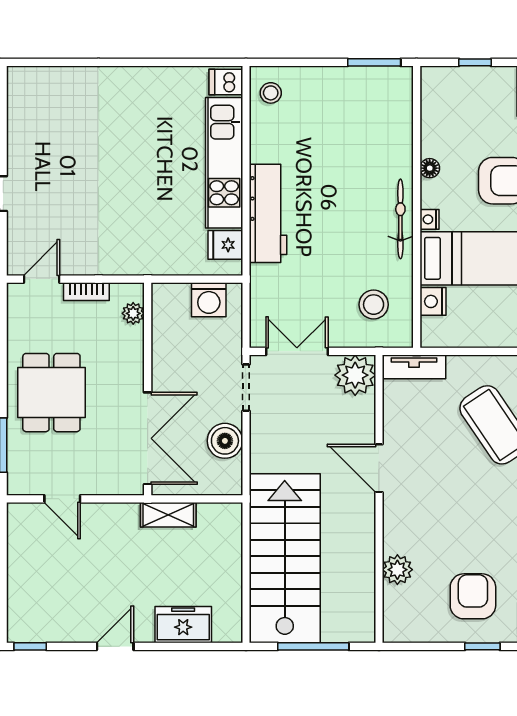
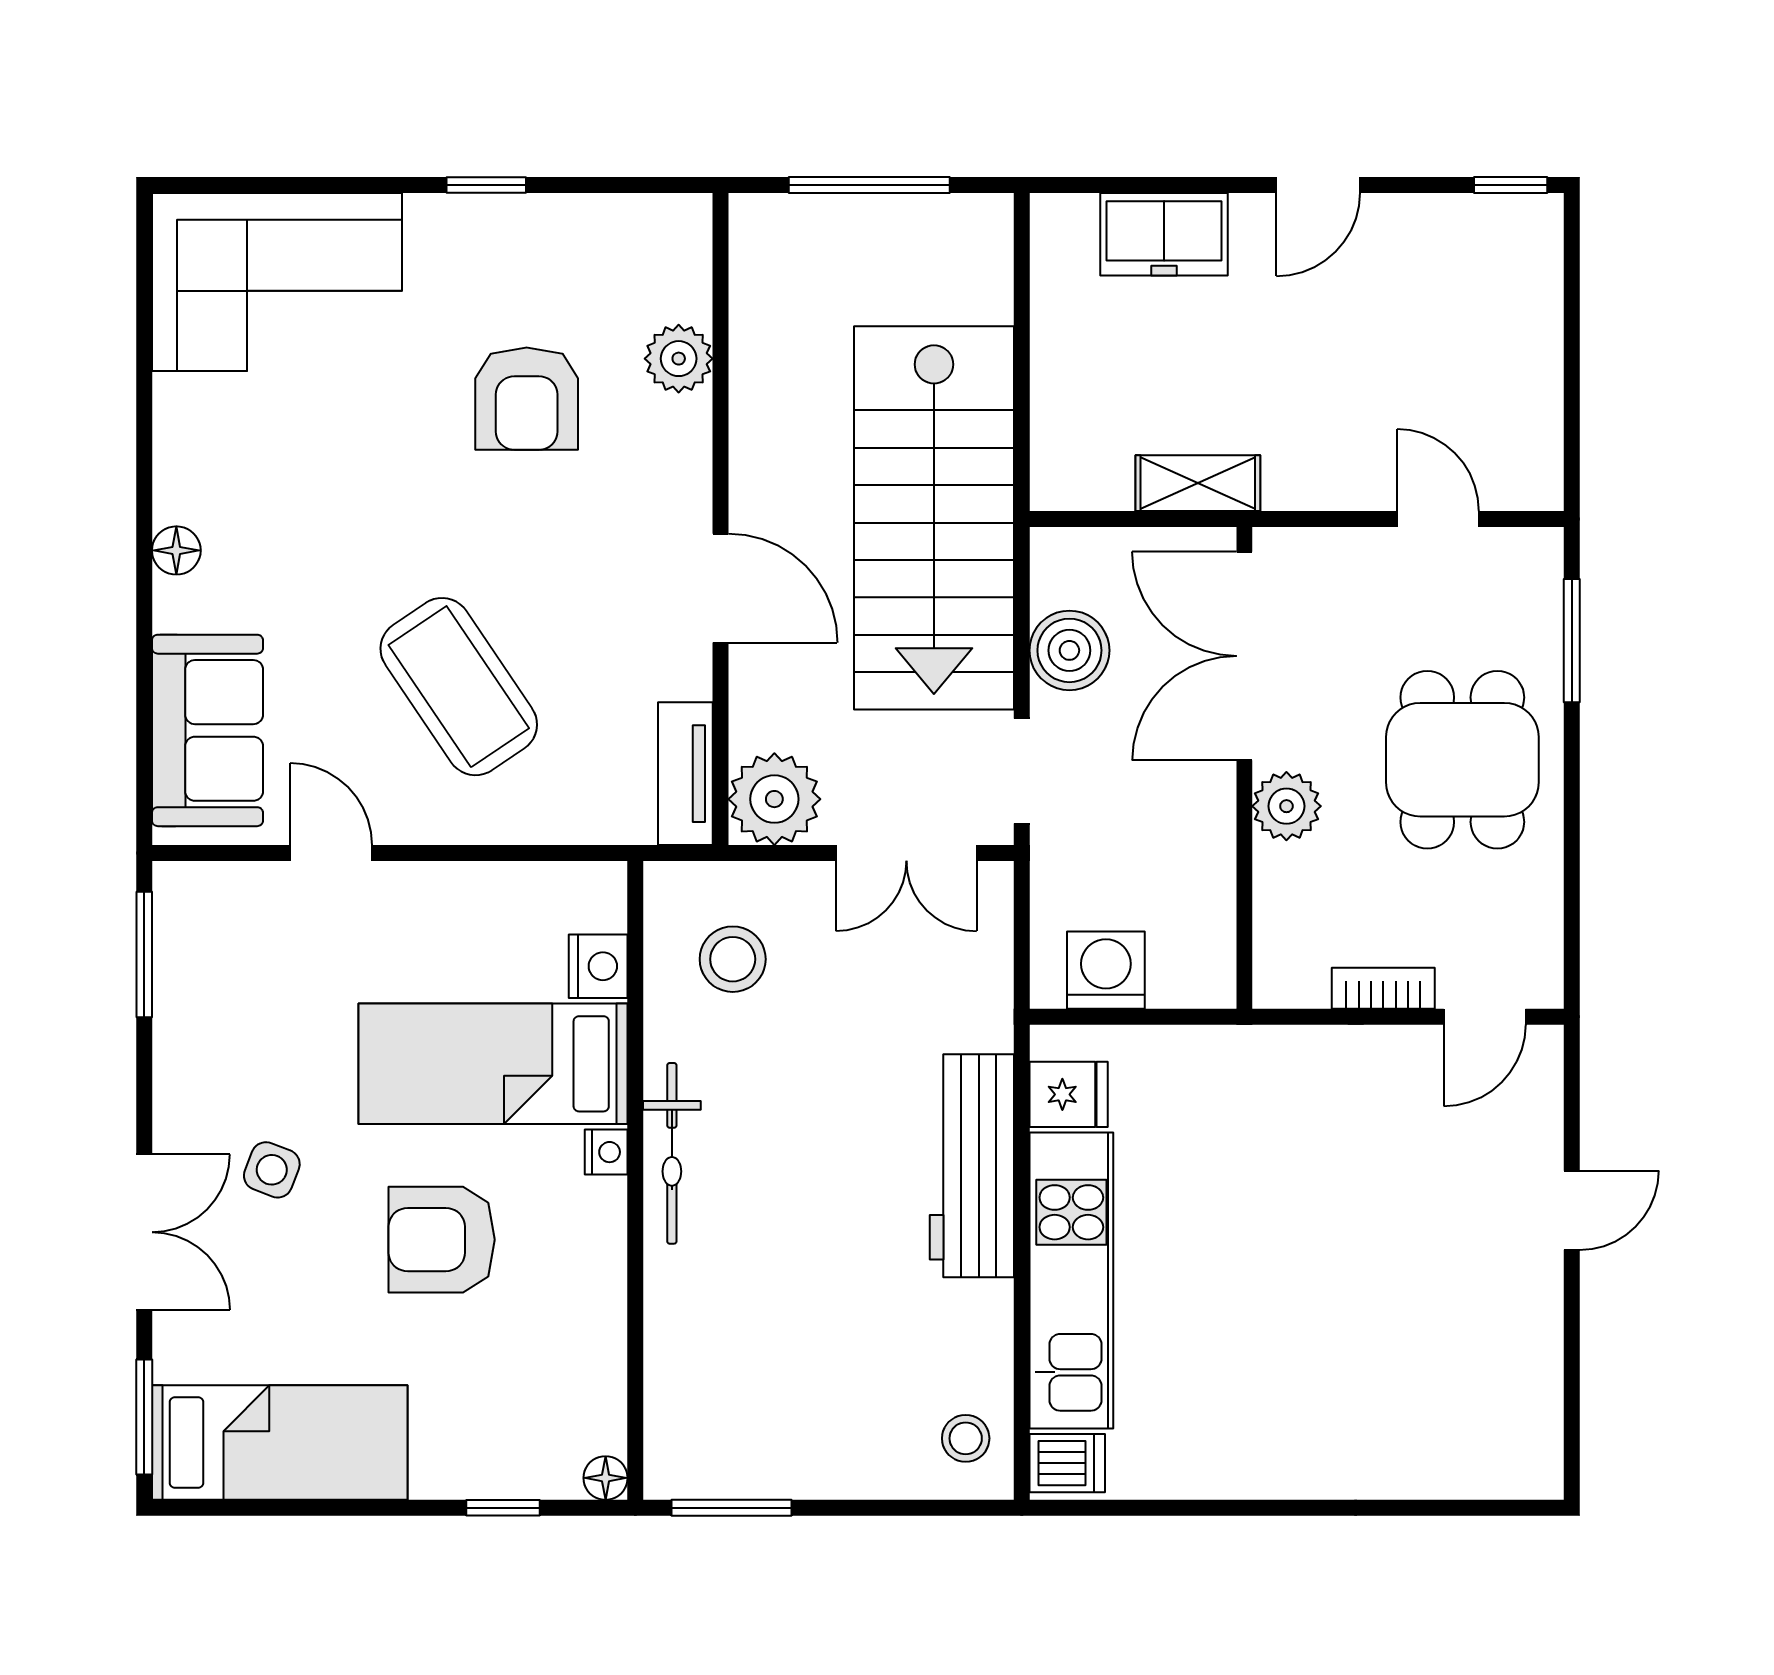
floor lamp: (430, 168) -> (606, 1478), moved
plant: (133, 313) -> (1286, 806), moved, width x1.38, depth x1.38
tv unit: (414, 367) -> (685, 774), moved, turned -90
stairs: (285, 558) -> (934, 518), moved
armchair: (473, 596) -> (527, 399), moved

